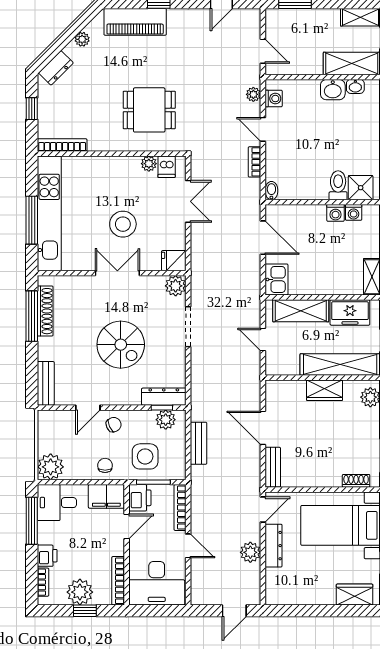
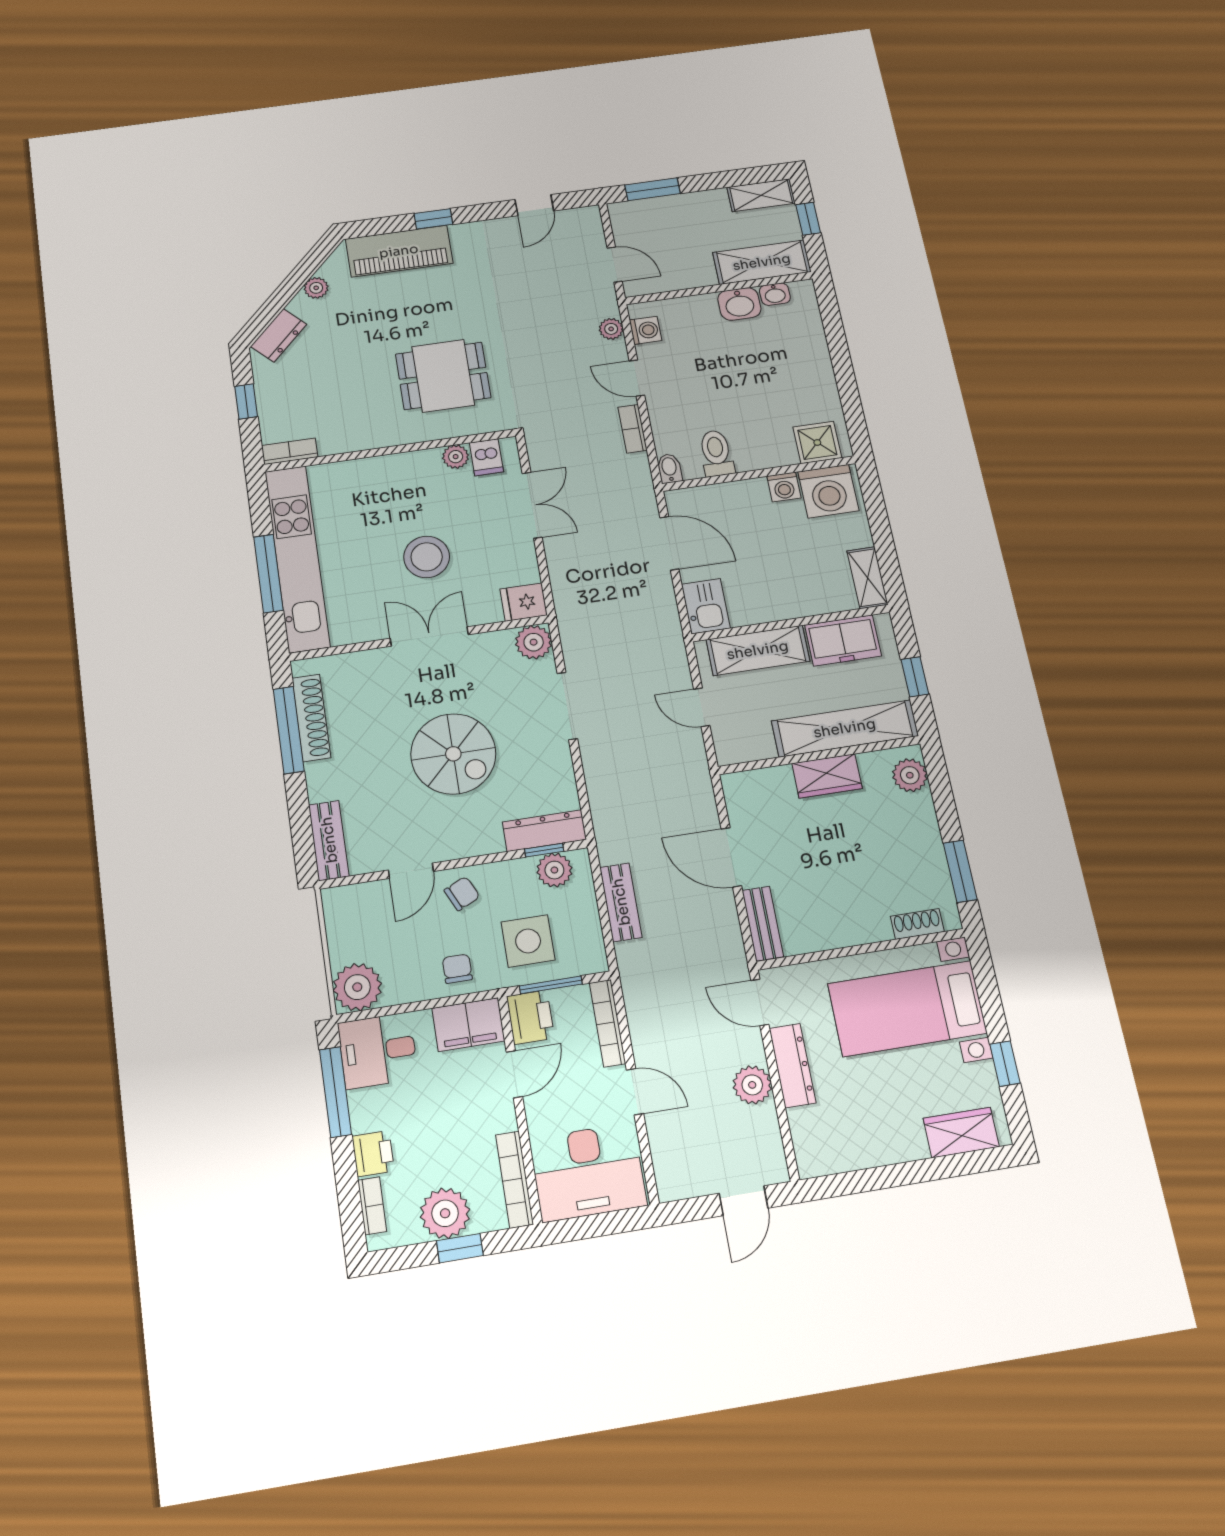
bookcase: (62, 145) -> (290, 451), width x0.64
toilet: (338, 185) -> (716, 453), moved
washing machine: (354, 212) -> (828, 491), width x1.89, depth x1.89
door: (263, 510) -> (760, 1002), swing flipped

